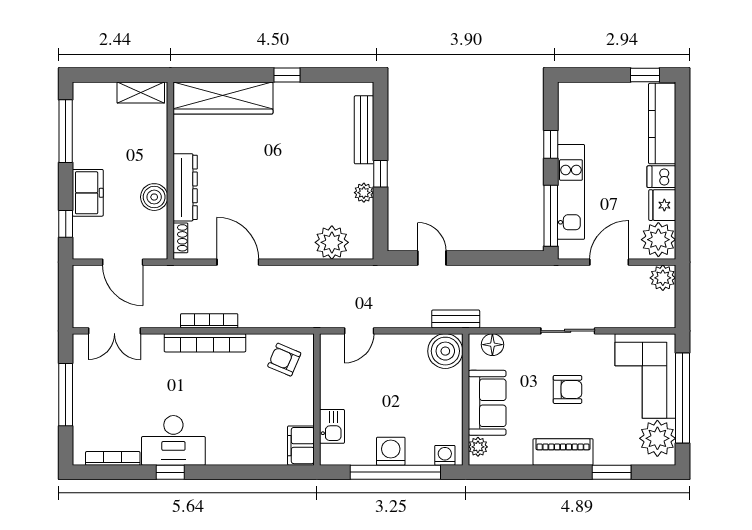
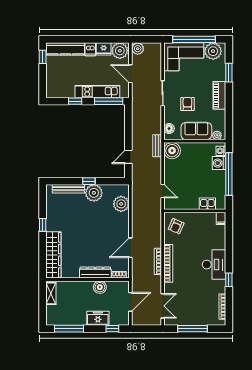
plant: (364, 193) -> (94, 193), width x1.88, depth x1.88
armchair: (567, 389) -> (187, 104), moved
desk: (173, 440) -> (214, 265), moved
filing cabinet: (301, 446) -> (221, 218), width x0.50
washing machine: (391, 451) -> (219, 163), moved

